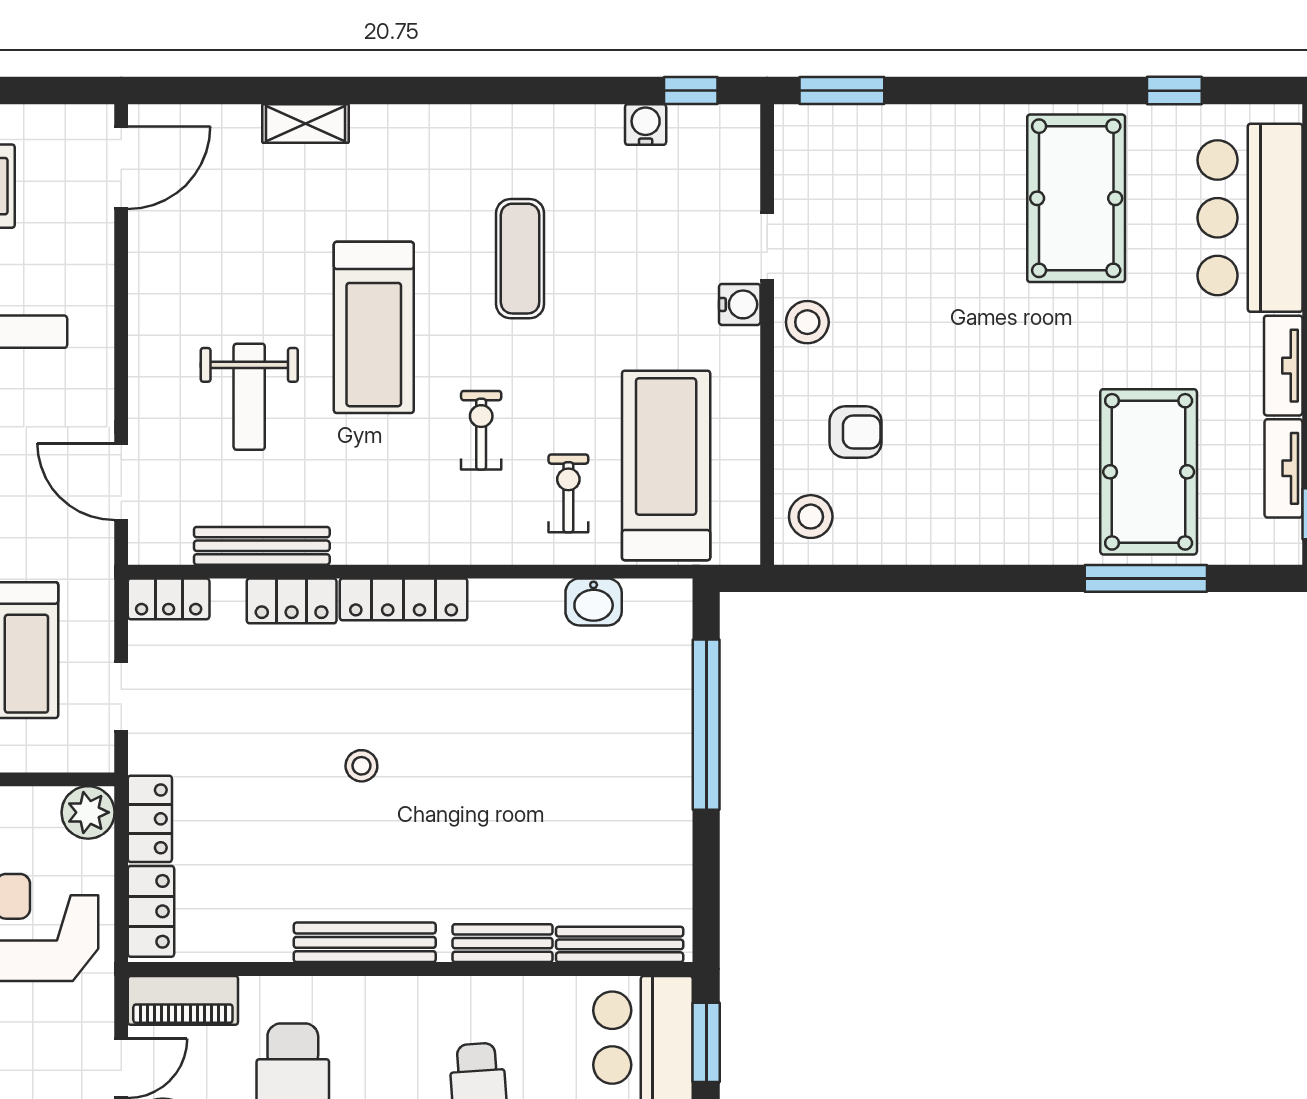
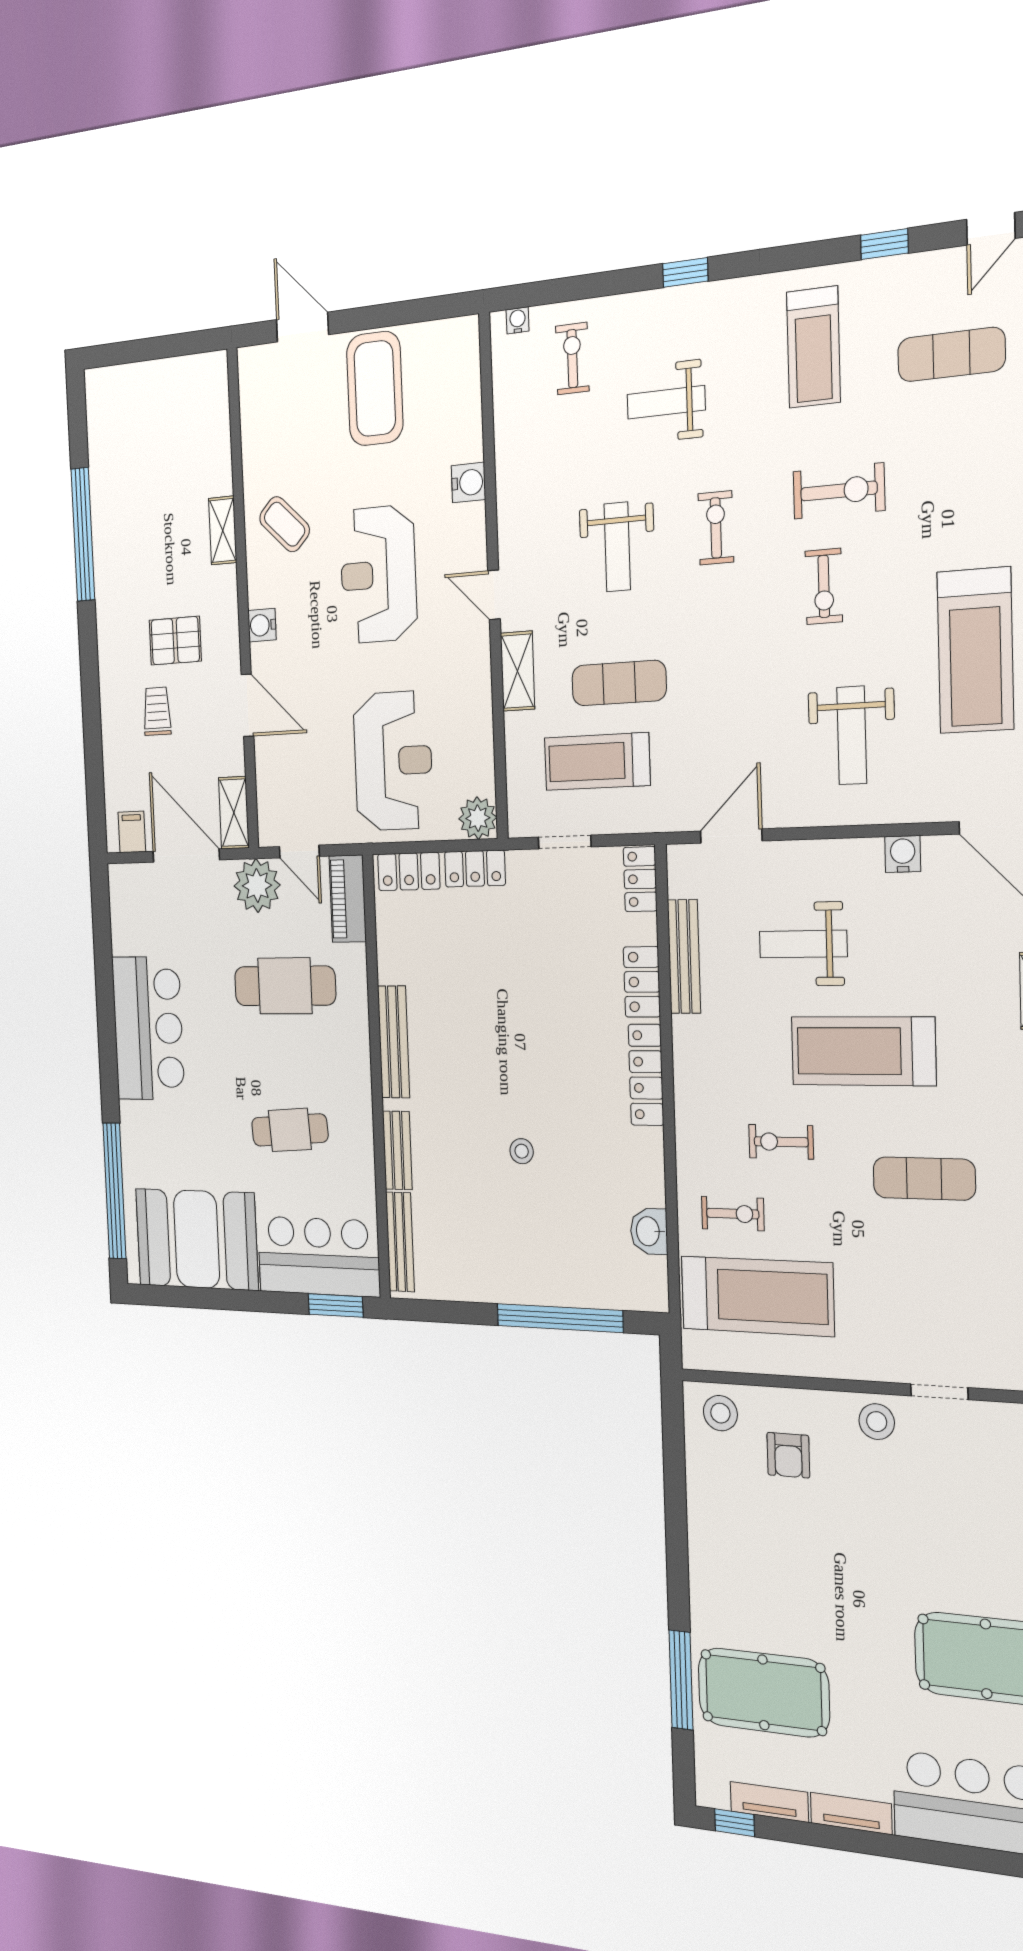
water cooler: (740, 304) -> (903, 854), moved, turned 180
exercise bike: (481, 430) -> (781, 1142), turned 180
stool: (361, 766) -> (522, 1151), moved

